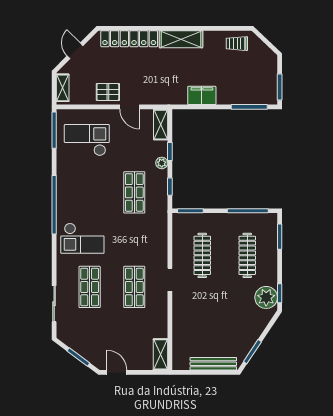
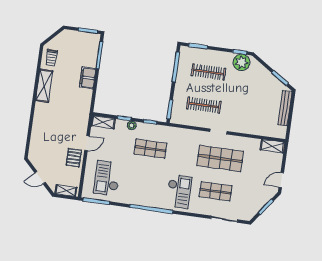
locker: (129, 39) -> (37, 136), removed
shelving: (181, 39) -> (44, 86), moved
filing cabinet: (202, 95) -> (88, 78), moved
shop shelf: (134, 287) -> (220, 158), width x1.43, depth x1.36

